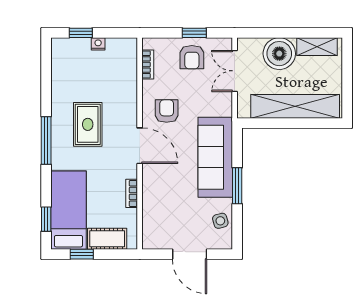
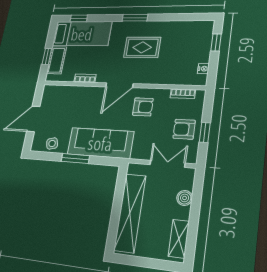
nightstand: (98, 44) -> (203, 69), moved
boiler: (279, 54) -> (185, 198), width x0.54, depth x0.54
window: (46, 141) -> (135, 18), width x0.69
window: (82, 254) -> (47, 57), moved

